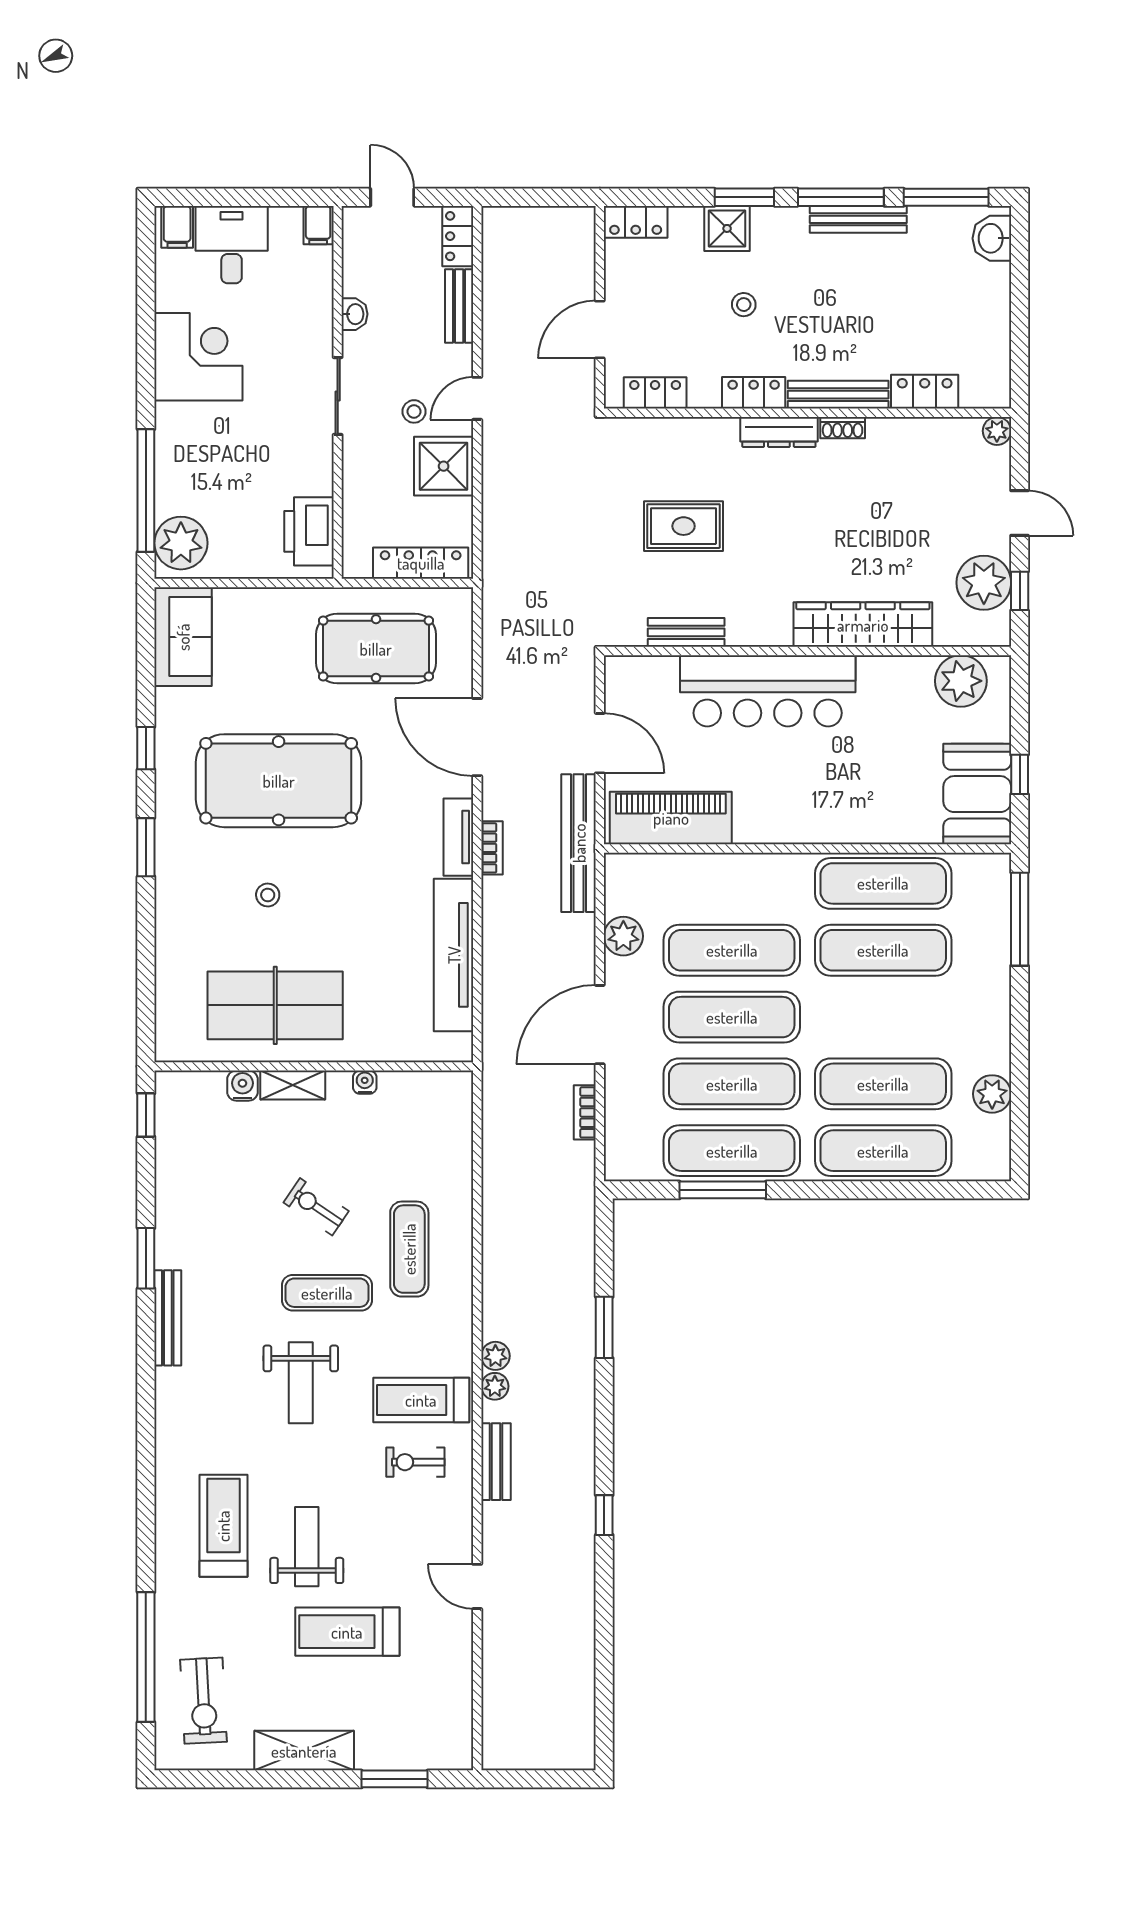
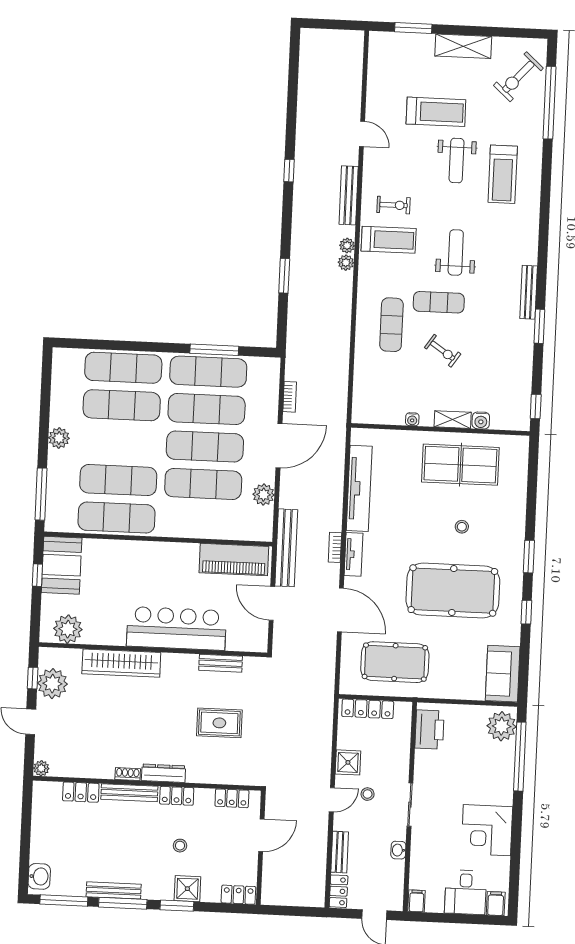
shower: (444, 466) -> (348, 762), width x0.73, depth x0.73
plant: (992, 1094) -> (59, 438), moved
bench: (496, 1462) -> (349, 195), width x1.36
exercise bike: (203, 1701) -> (518, 77), turned -135

